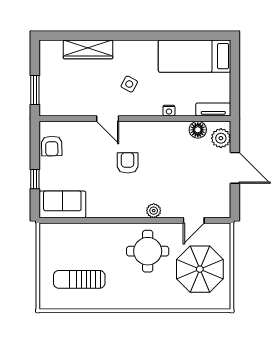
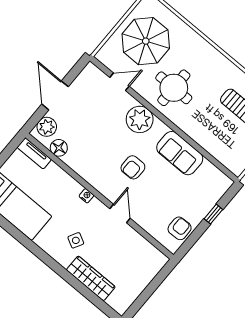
side table: (129, 84) -> (76, 240), moved
window: (35, 90) -> (157, 281), removed
nightstand: (169, 111) -> (86, 196), moved
sofa: (62, 204) -> (180, 153), moved
plant: (154, 211) -> (140, 119), width x1.88, depth x1.88

